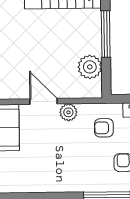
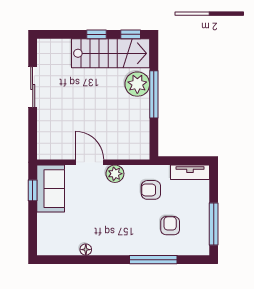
plant: (90, 67) -> (137, 84), moved
floor lamp: (41, 187) -> (86, 250), added

